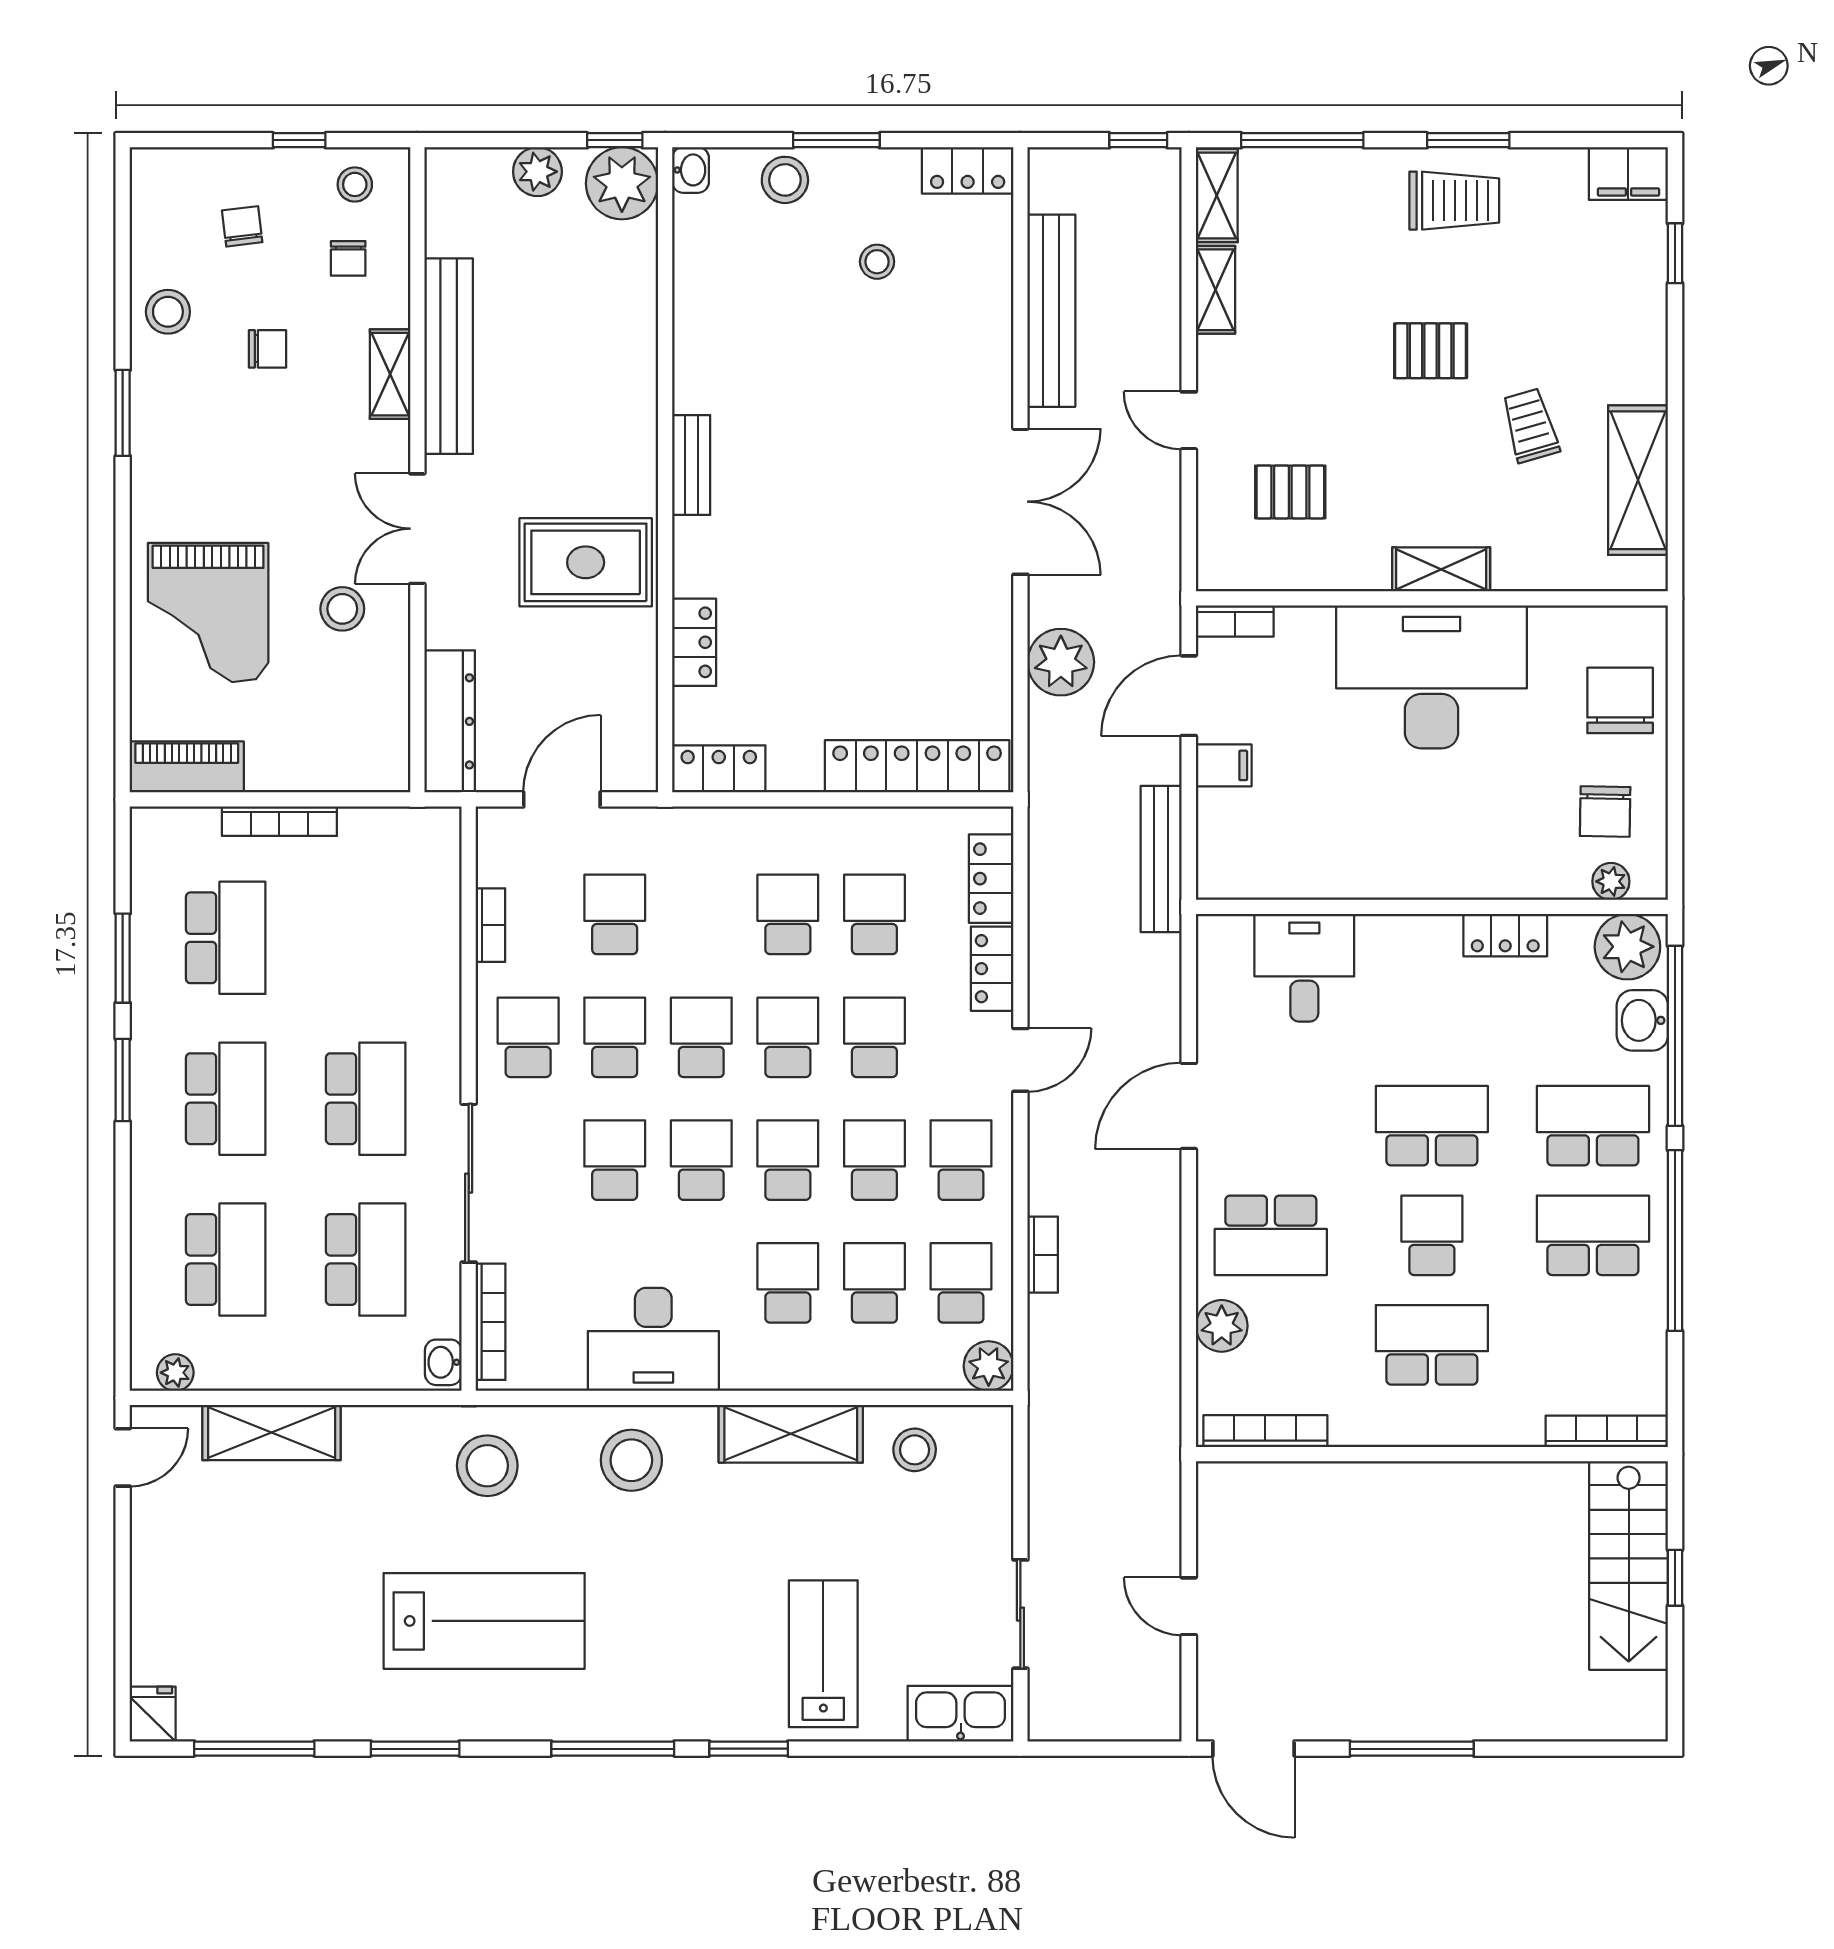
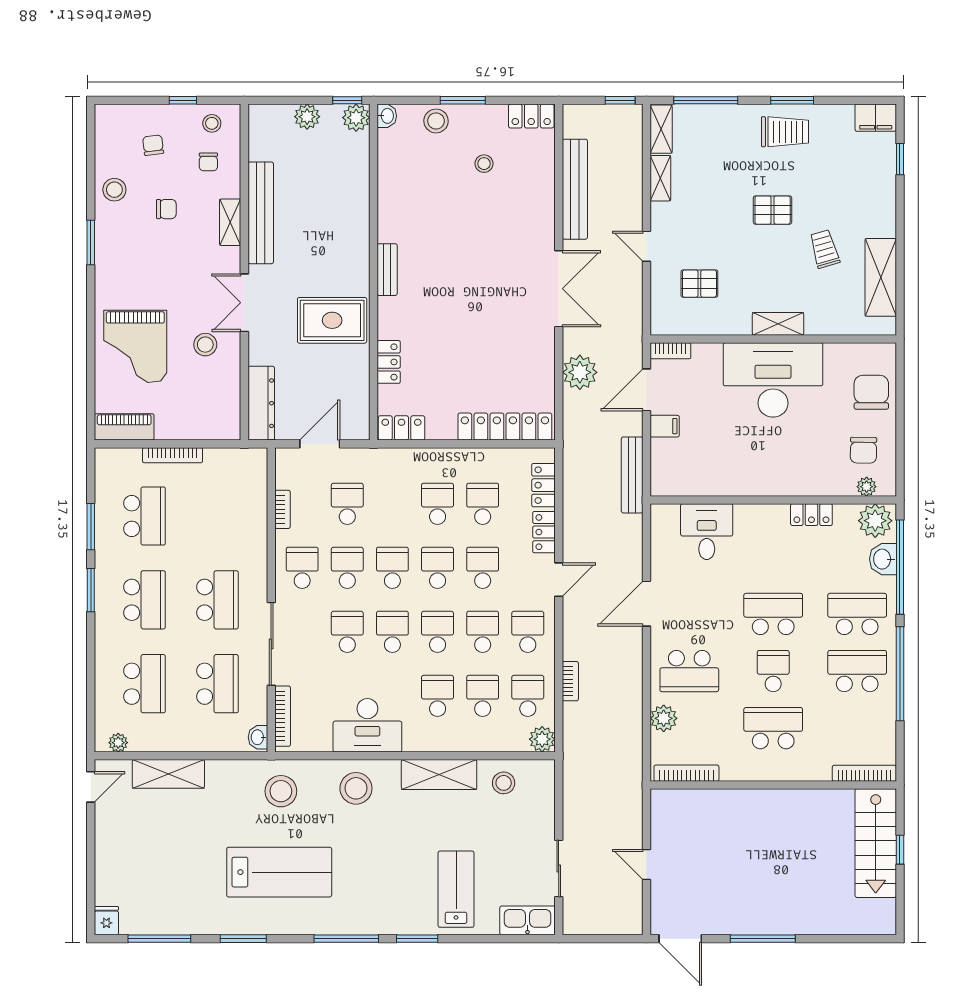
plant: (622, 183) -> (356, 118), width x0.73, depth x0.73

